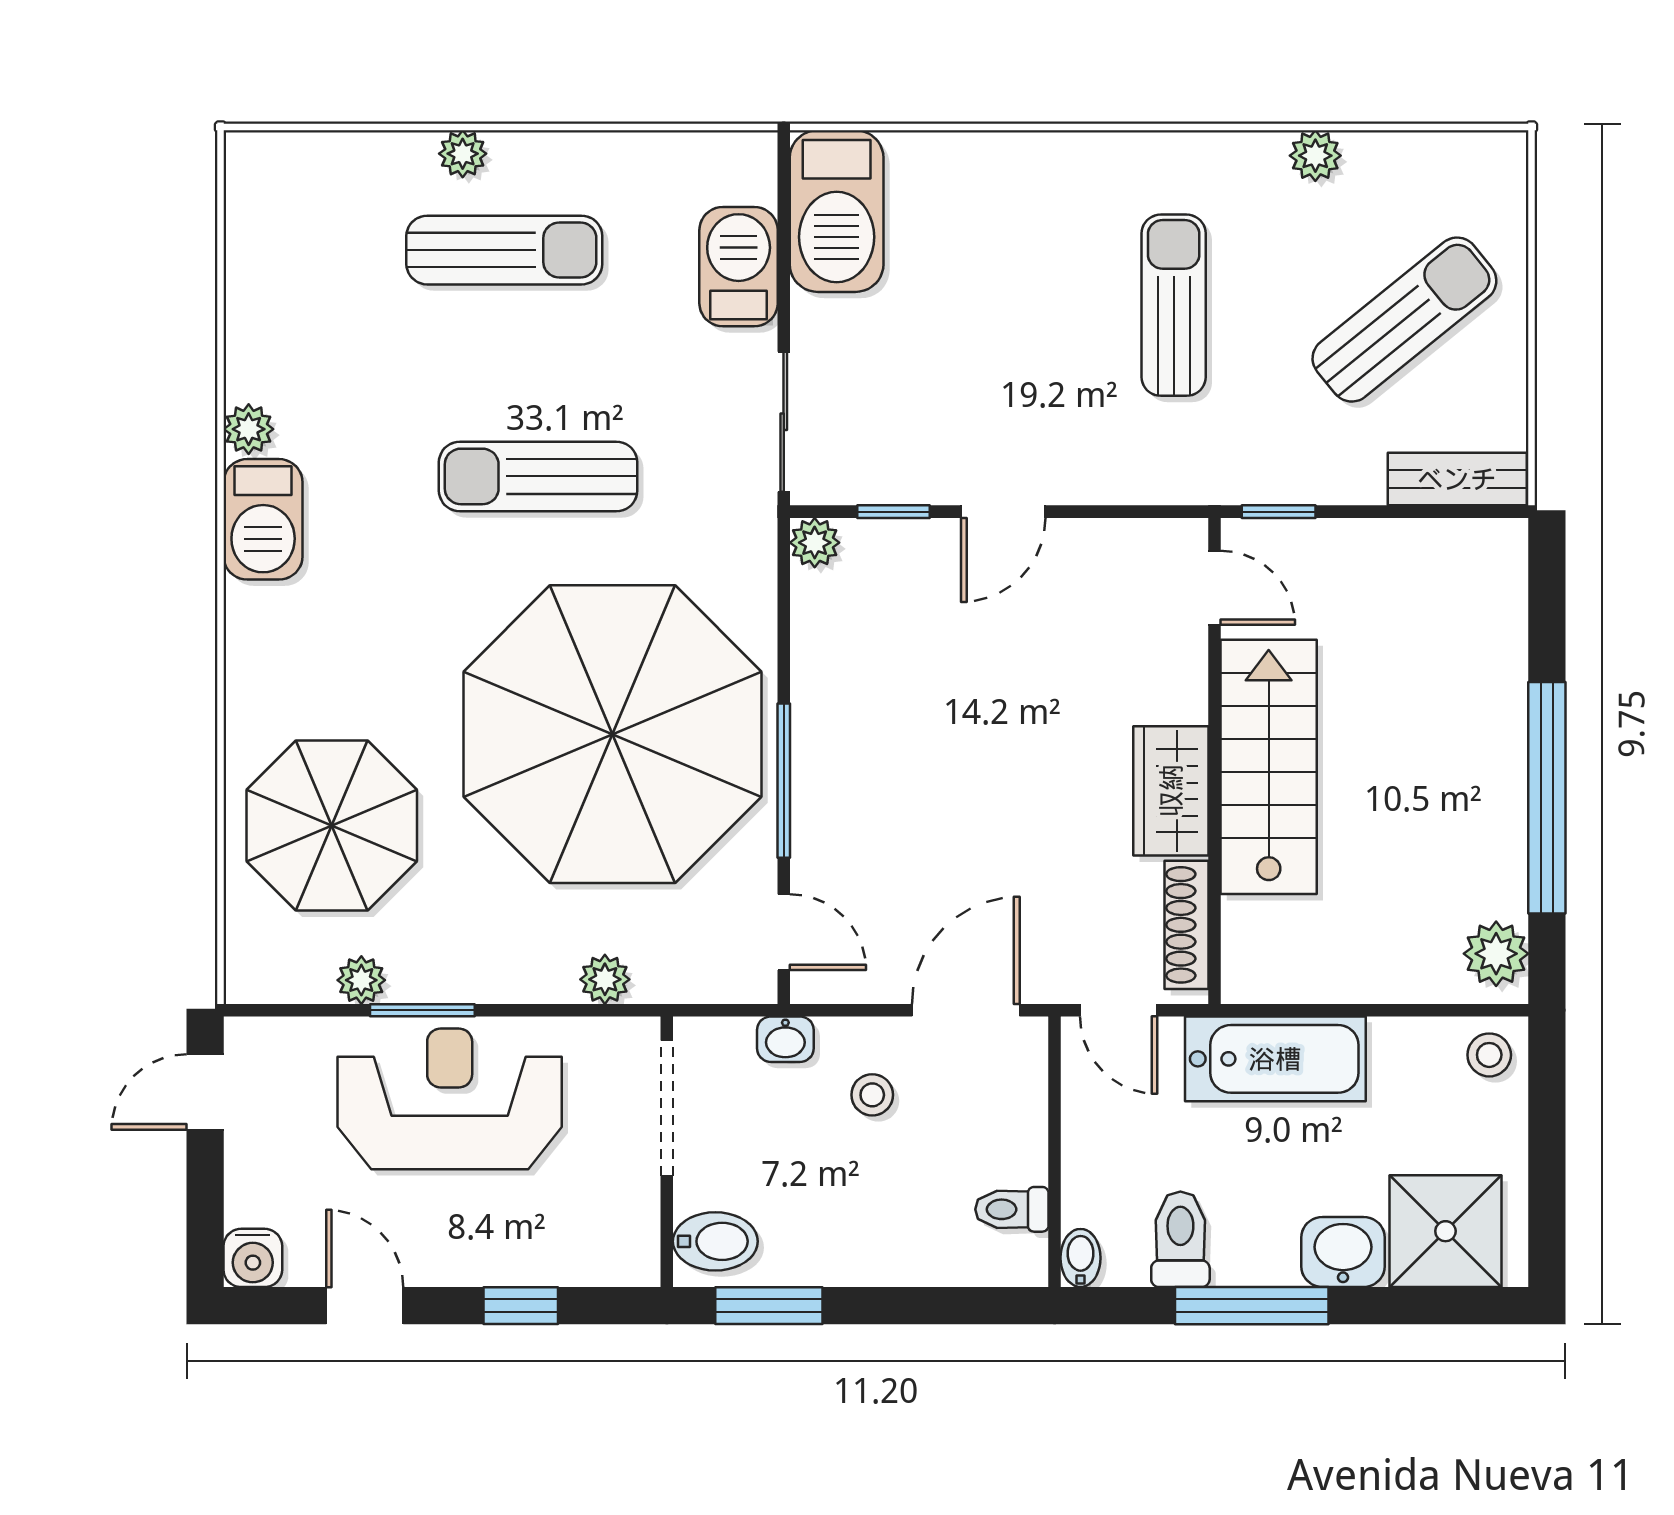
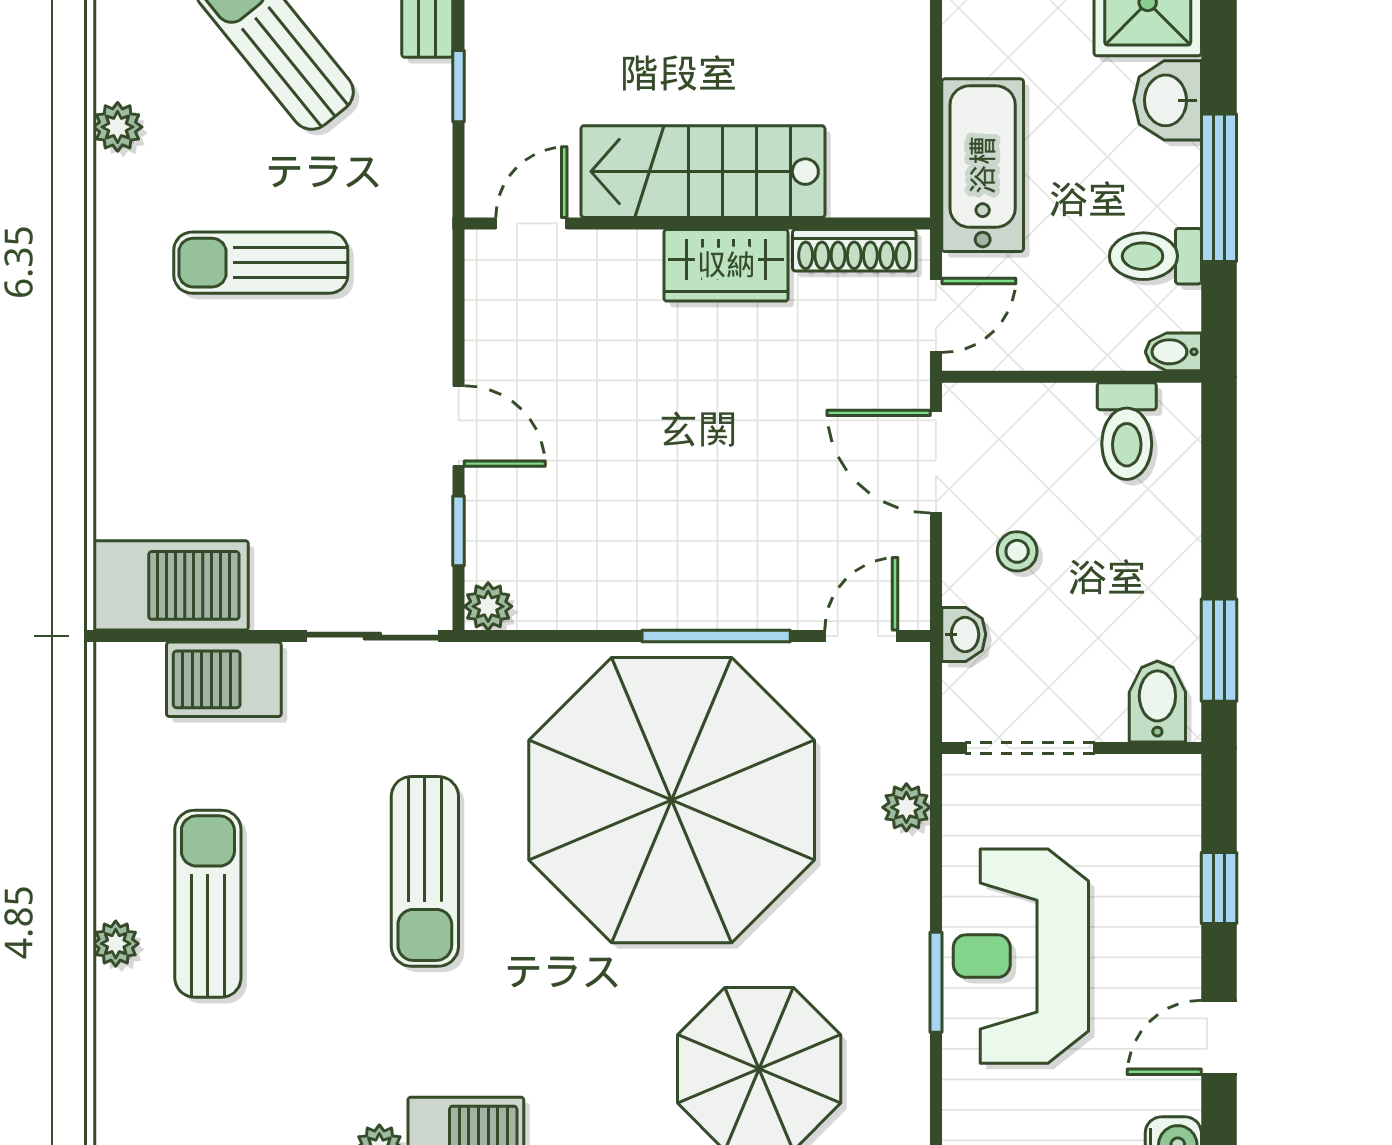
window: (1279, 512) -> (459, 86), moved
plant: (361, 980) -> (907, 1041), removed
toilet: (1012, 1209) -> (1127, 431), width x1.37, depth x1.39

